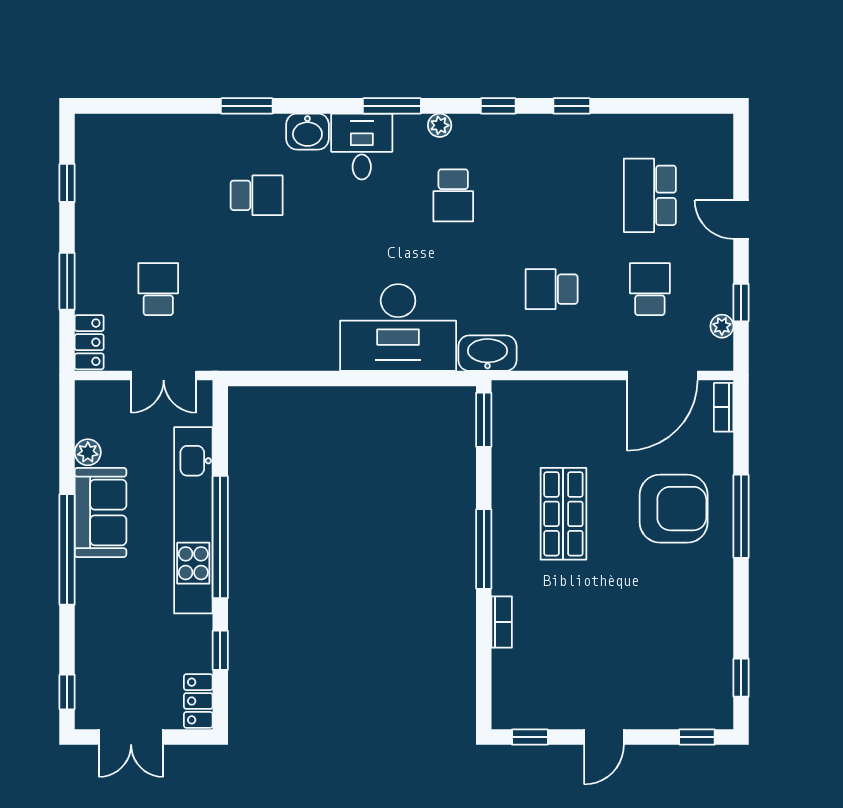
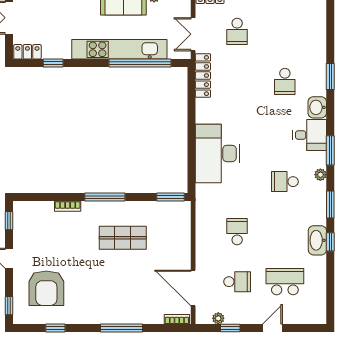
window: (498, 106) -> (330, 204), width x1.50
school desk: (158, 289) -> (237, 31), turned 90
washbasin: (487, 353) -> (317, 240), moved, turned 180
locker: (245, 356) -> (203, 76), added
armchair: (674, 509) -> (46, 288), moved
window: (220, 537) -> (140, 63), moved
window: (741, 678) -> (55, 328), moved

